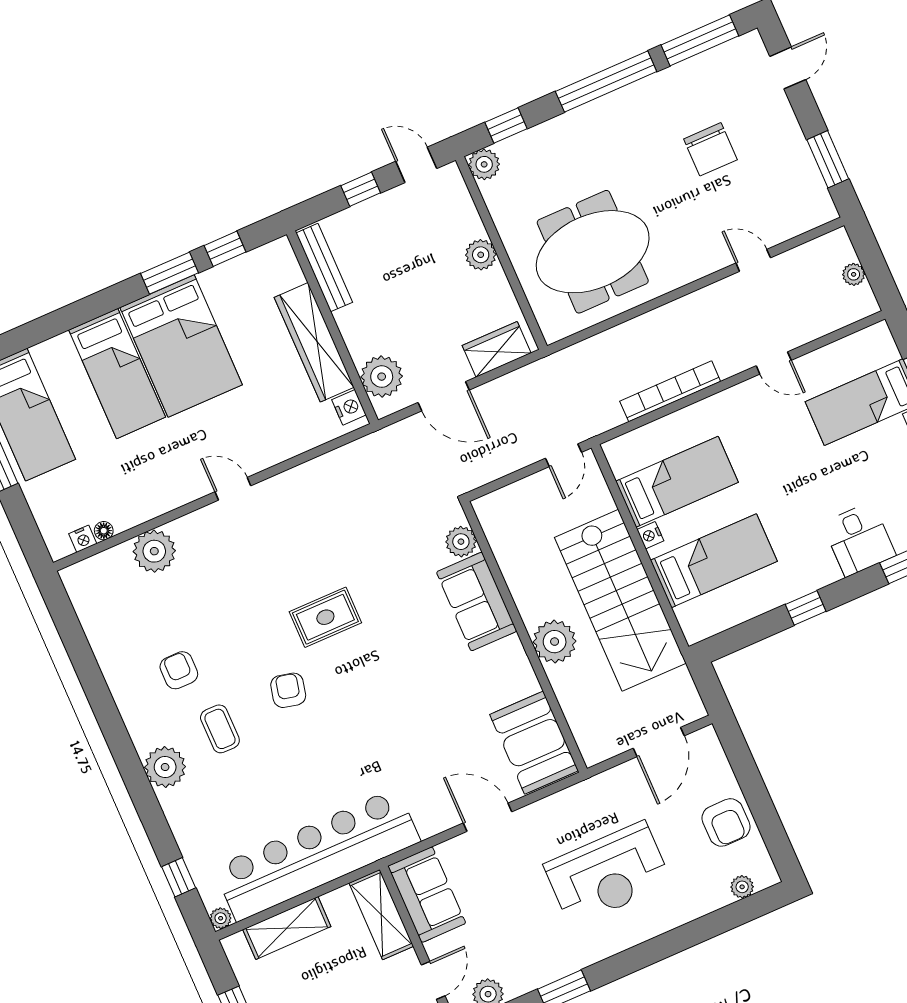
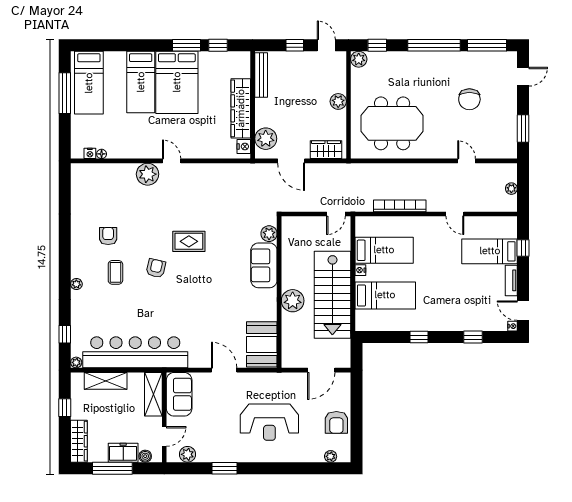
desk: (859, 539) -> (459, 316), removed
plant: (154, 551) -> (148, 174), moved
plant: (165, 767) -> (76, 284), width x0.53, depth x0.53

